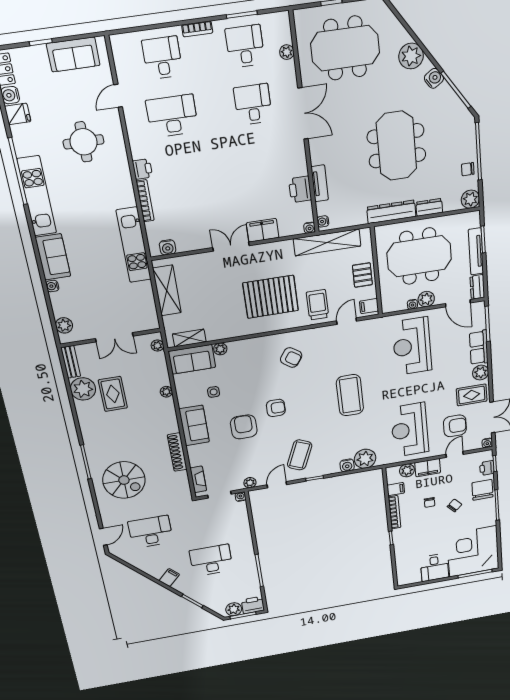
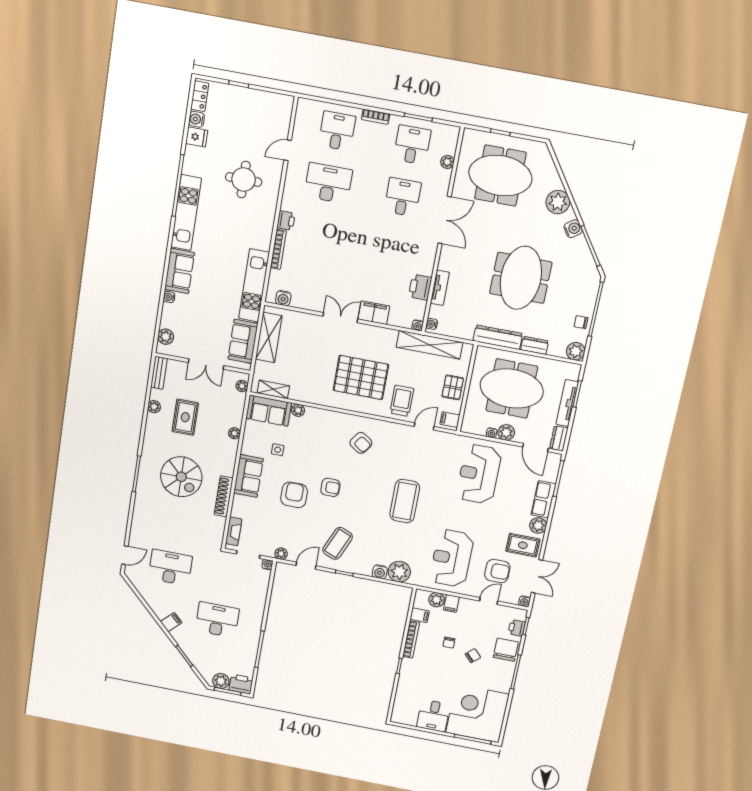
sofa: (73, 54) -> (243, 341), moved, turned 90
plant: (83, 389) -> (154, 407), width x0.53, depth x0.53
filing cabinet: (428, 468) -> (451, 603), width x0.50
spiral stairs: (124, 480) -> (181, 477), moved

